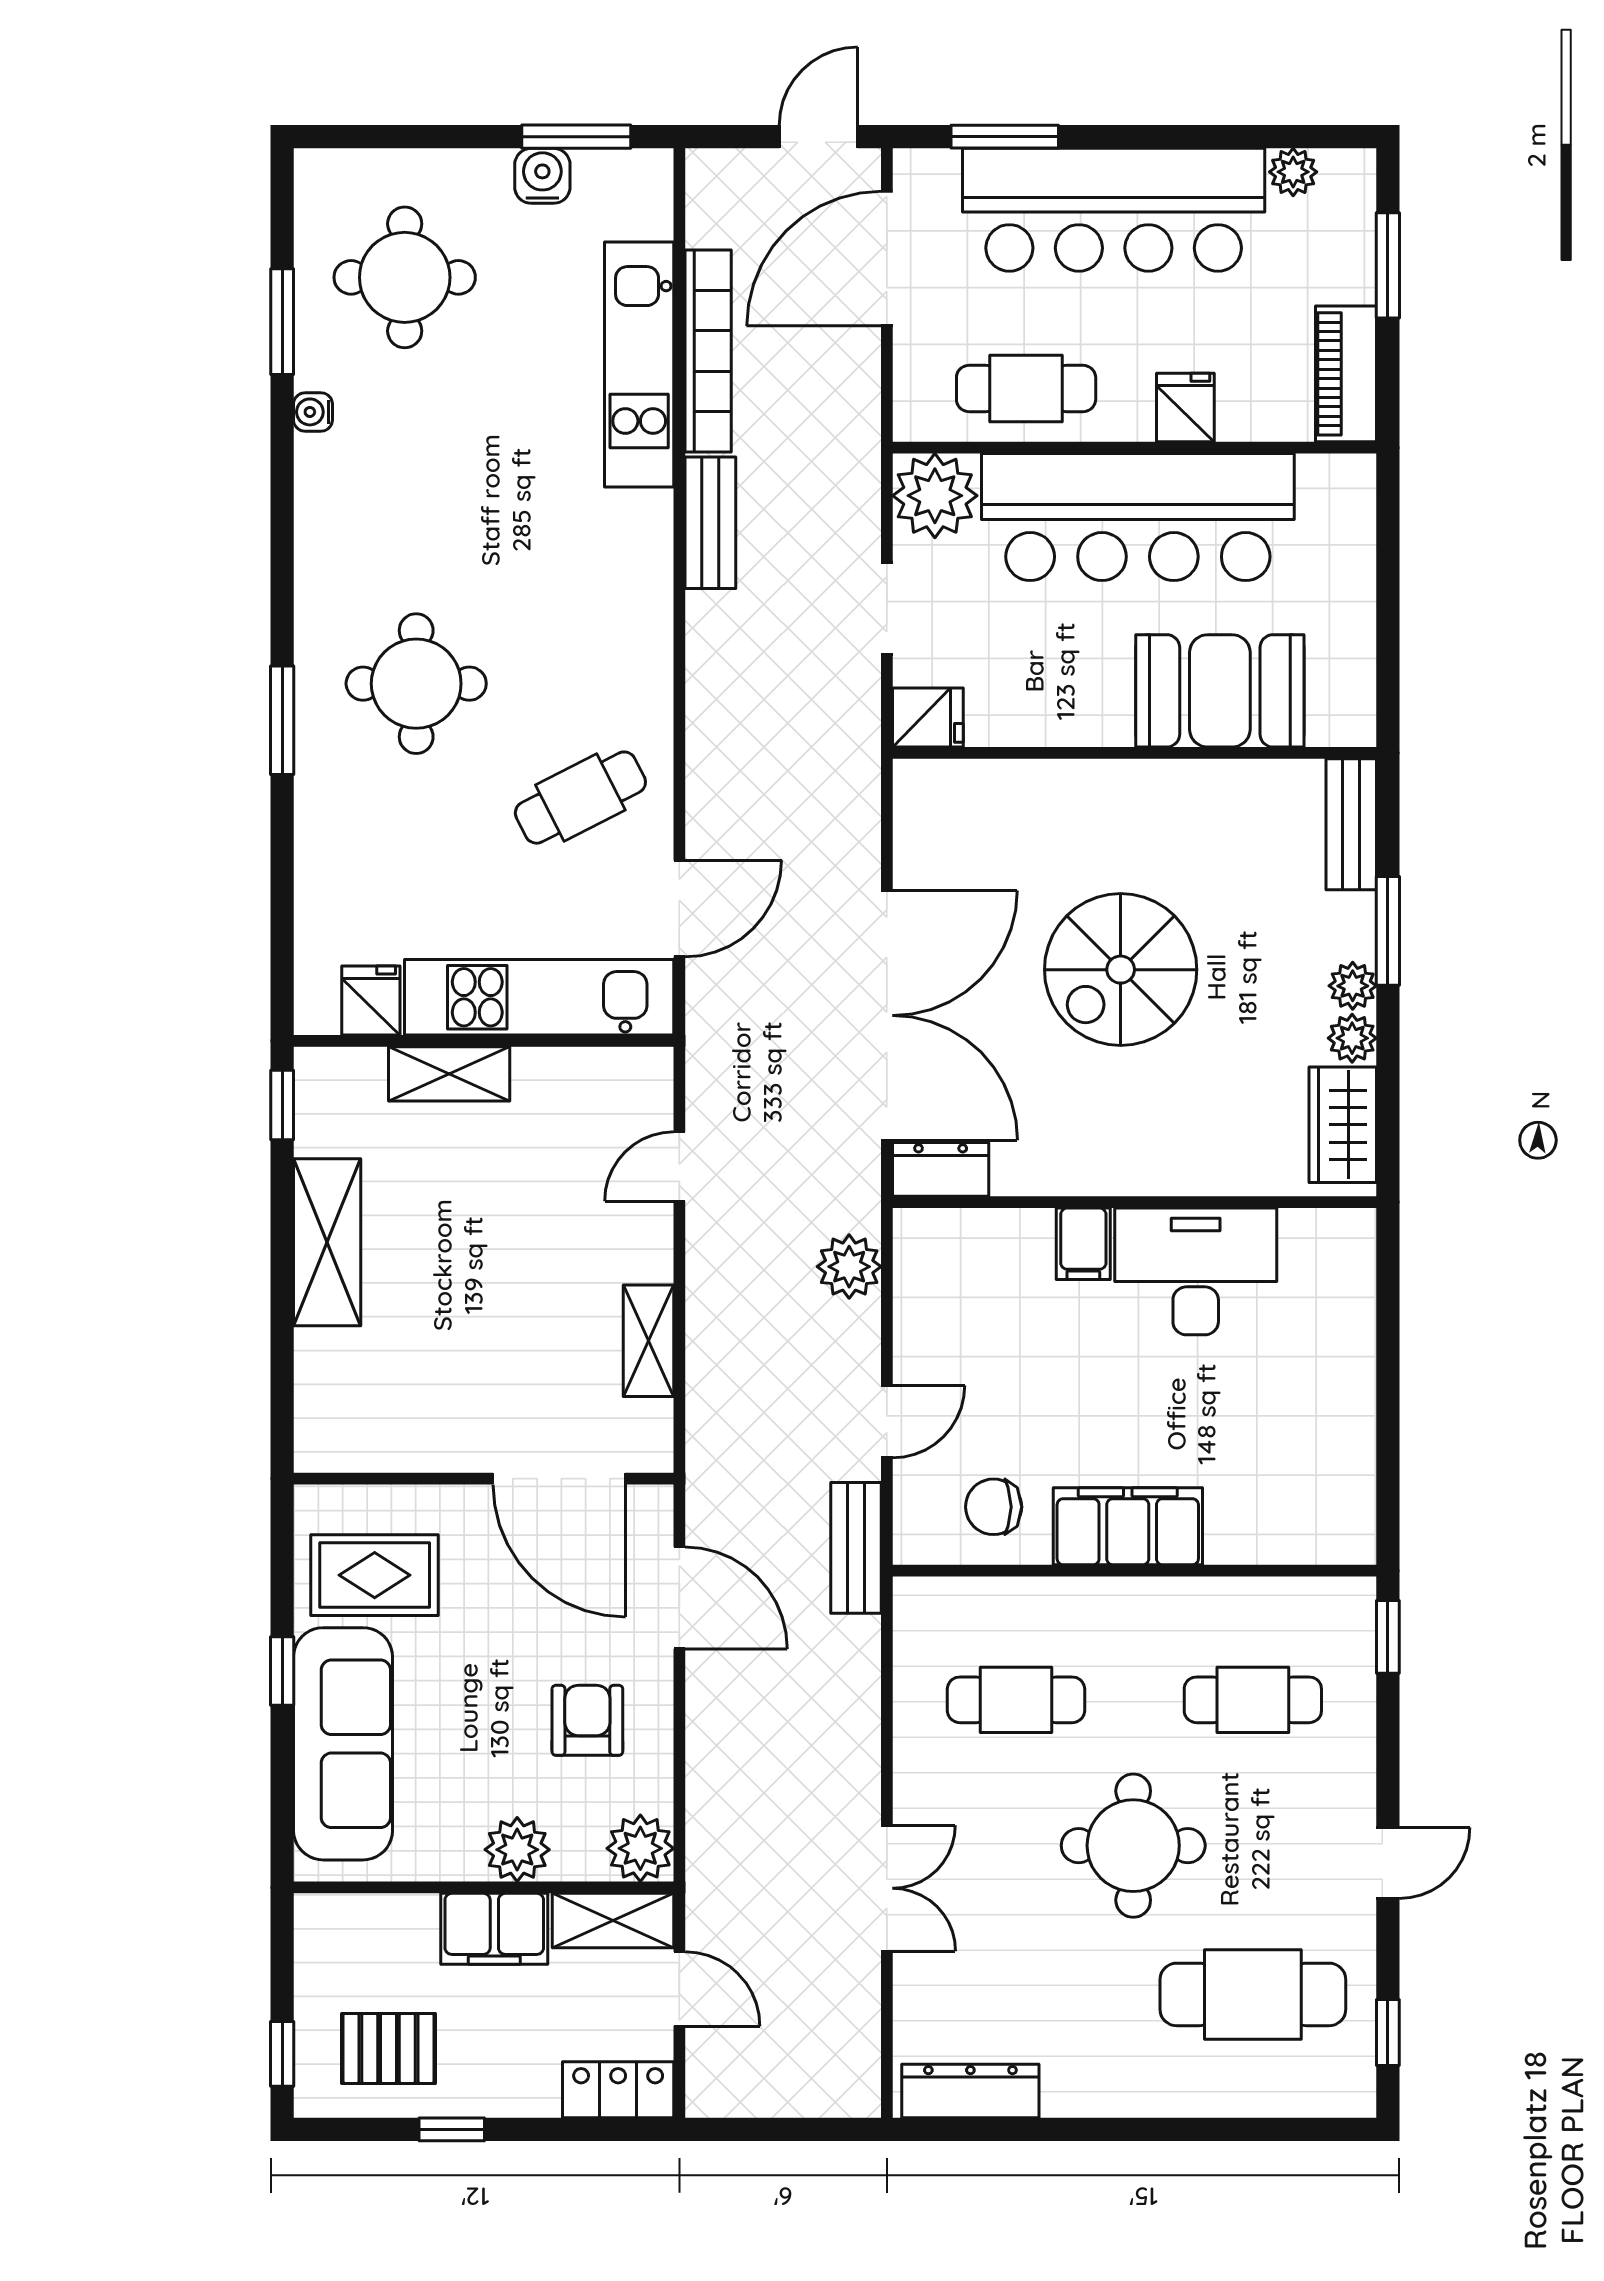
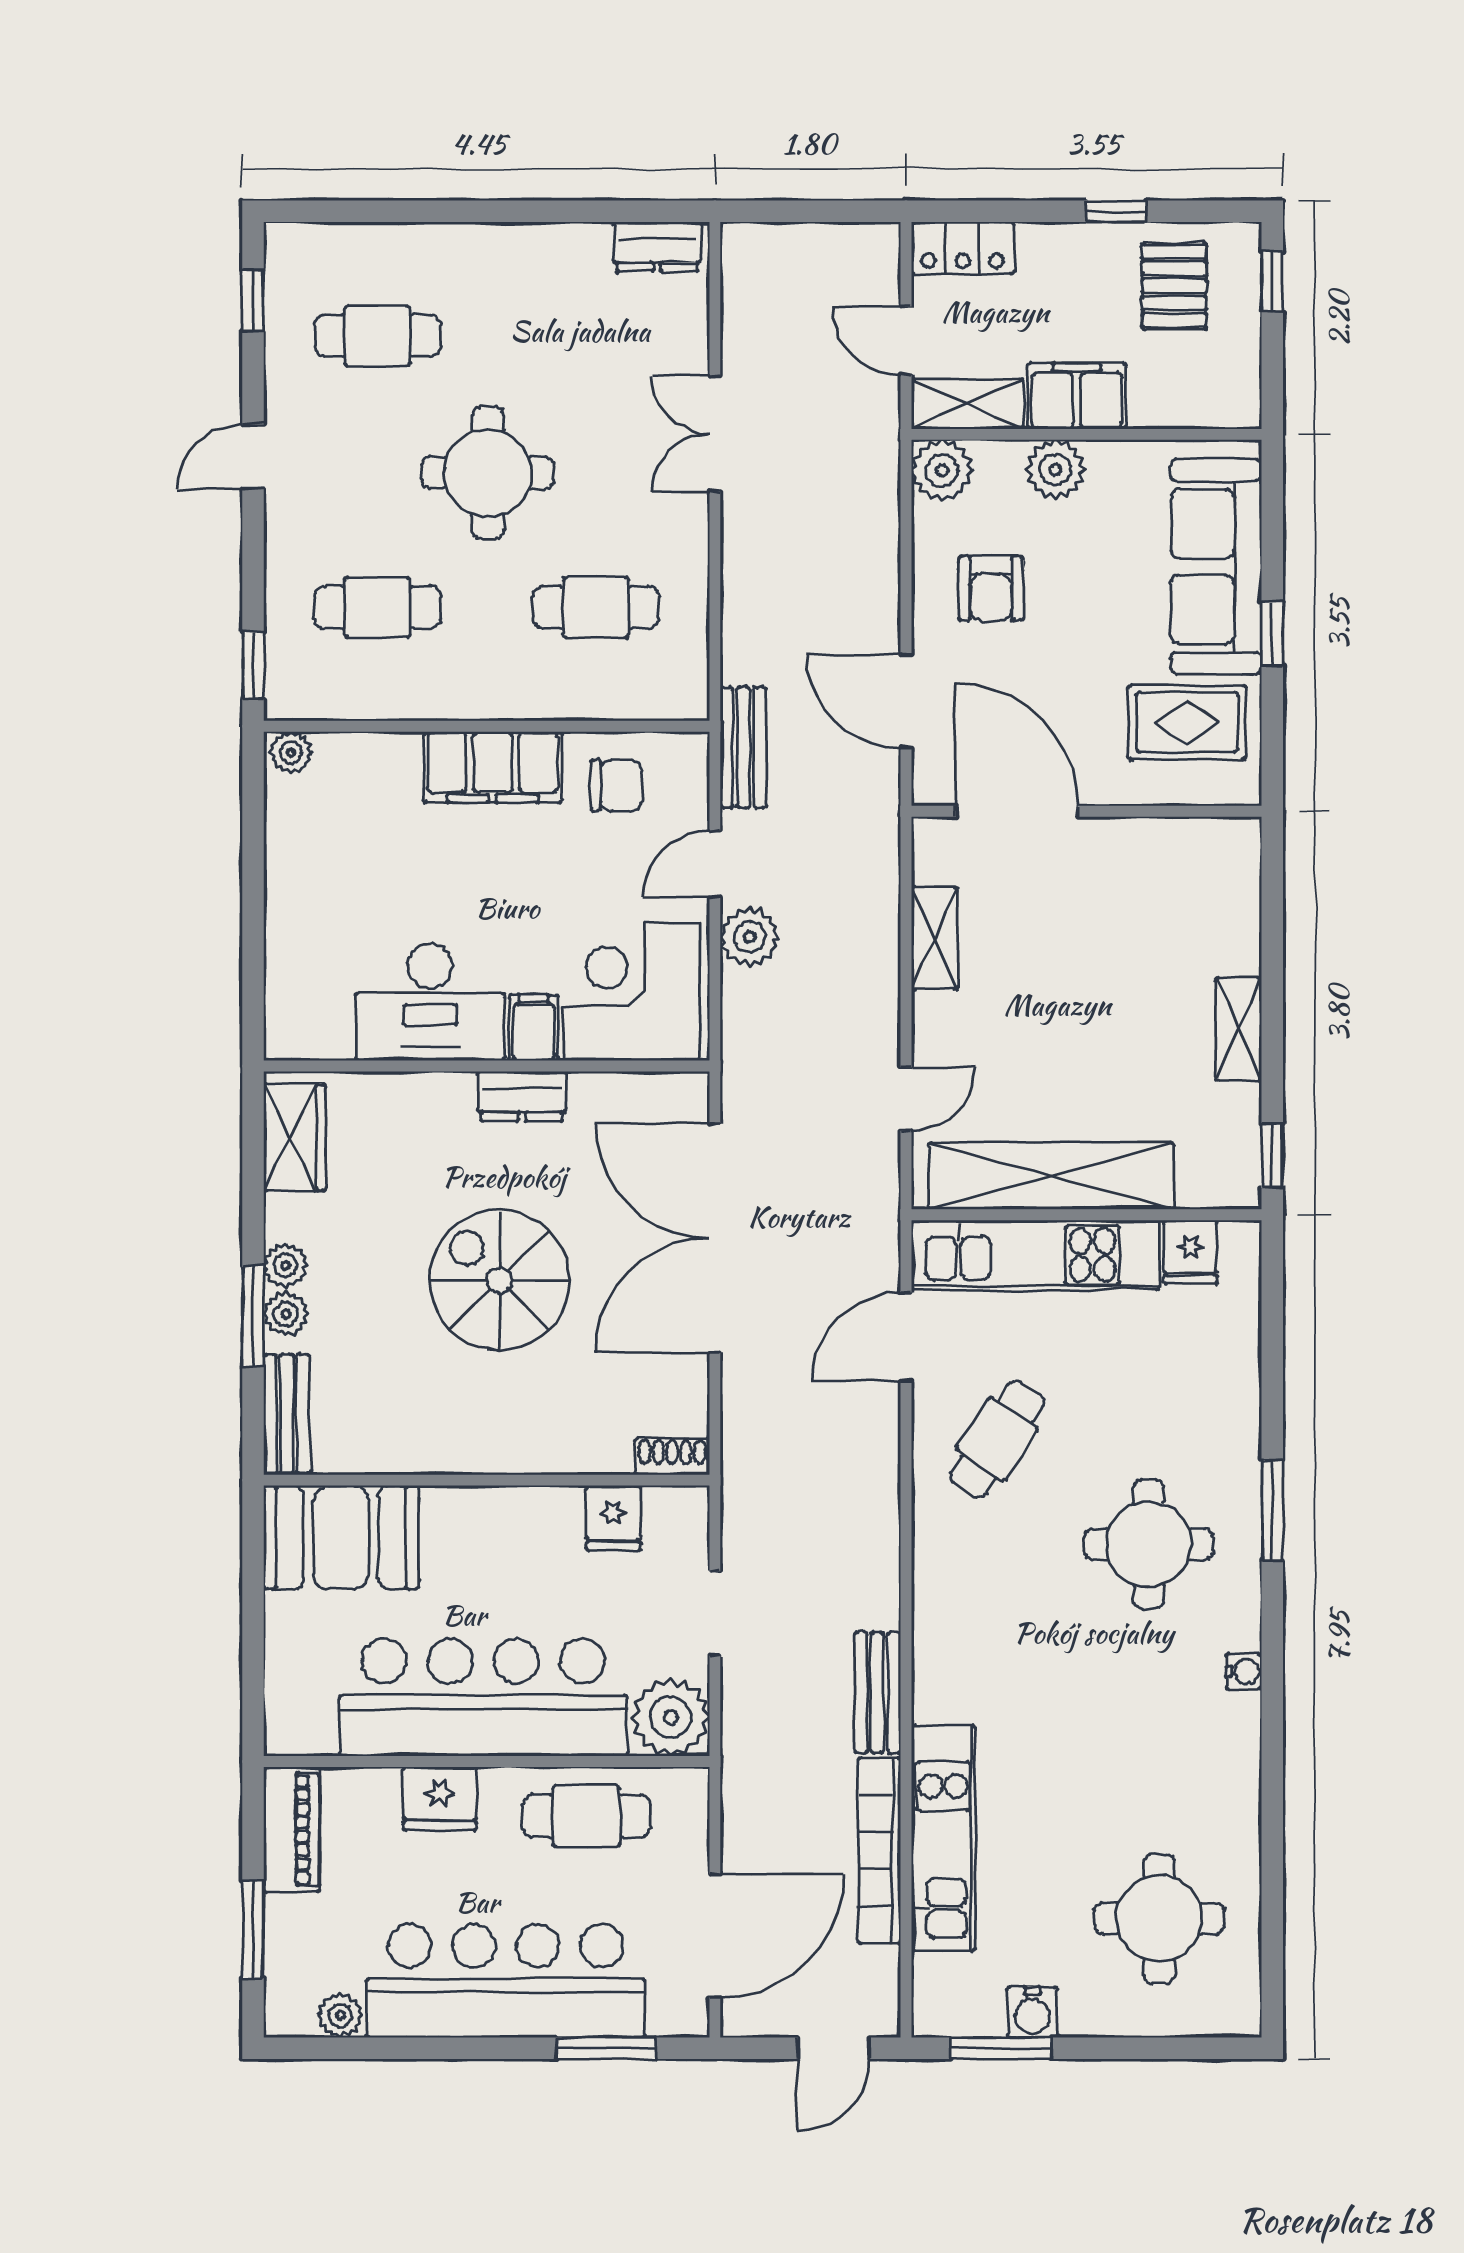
door: (819, 137) -> (834, 2048), moved
window: (282, 322) -> (1272, 1878), removed
fridge: (1185, 408) -> (440, 1798), width x1.38
water cooler: (313, 412) -> (1244, 1672), moved
booth: (1220, 691) -> (341, 1537), moved
fridge: (928, 718) -> (613, 1518), moved, turned -90
shoe rack: (933, 778) -> (672, 1457), added
cafe table: (580, 798) -> (997, 1439), turned -30
spiral stairs: (1121, 970) -> (499, 1280), turned -90
plant: (1352, 1038) -> (286, 1314), moved
shelving: (449, 1074) -> (1051, 1176), width x2.20, depth x1.33
dresser: (941, 1169) -> (522, 1096), moved
shelving: (327, 1242) -> (1239, 1029), width x0.67, depth x0.75
plant: (849, 1267) -> (750, 937), moved
corner desk: (978, 1282) -> (631, 992), added
plant: (1347, 1542) -> (291, 752), added
cafe table: (1253, 1994) -> (377, 336), width x0.73, depth x0.74
pallet: (389, 2048) -> (1174, 286), turned 90
dresser: (970, 2091) -> (657, 247), width x0.70

